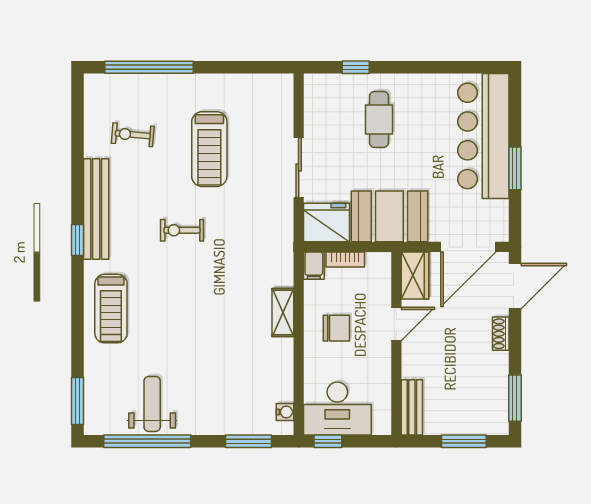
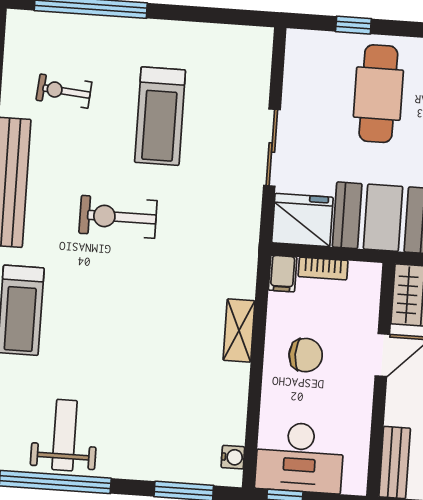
cafe table: (379, 119) -> (378, 94), width x1.37, depth x1.35
exercise bike: (182, 230) -> (118, 217), width x1.38, depth x1.39

